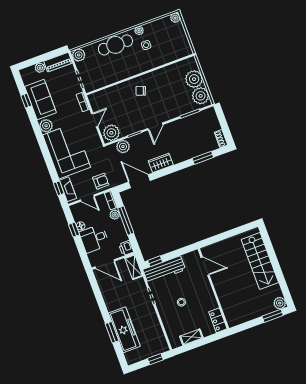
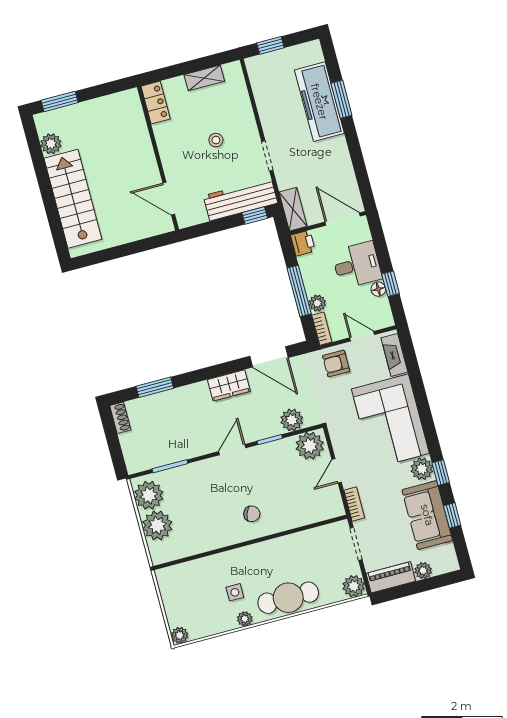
window: (59, 188) -> (441, 473), moved
plant: (280, 303) -> (51, 144), moved

